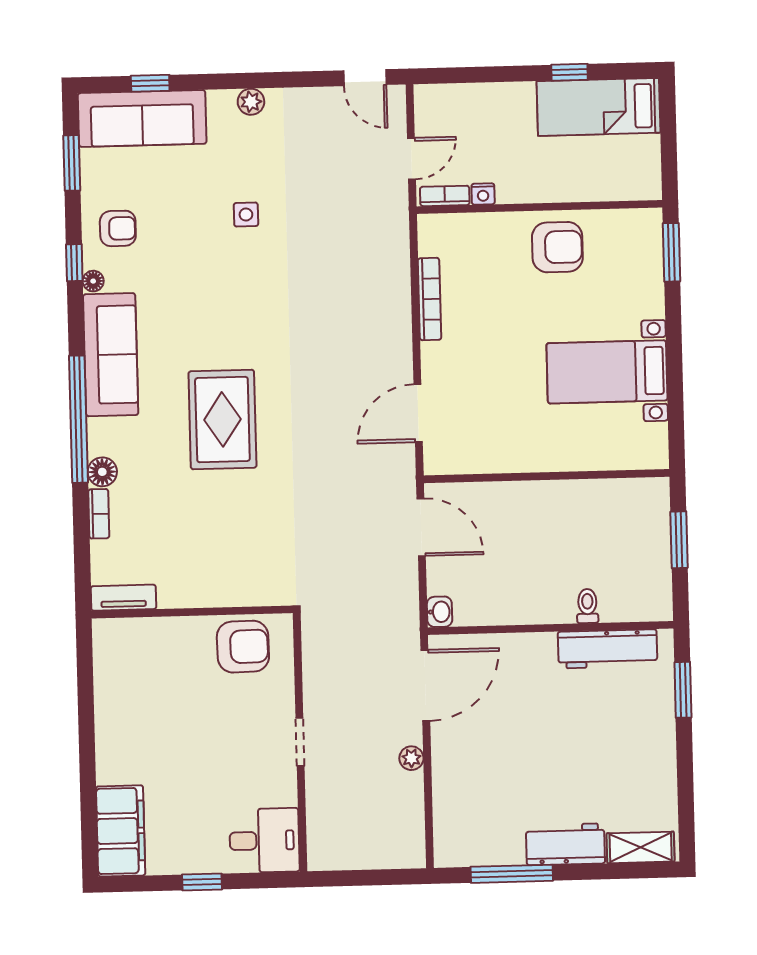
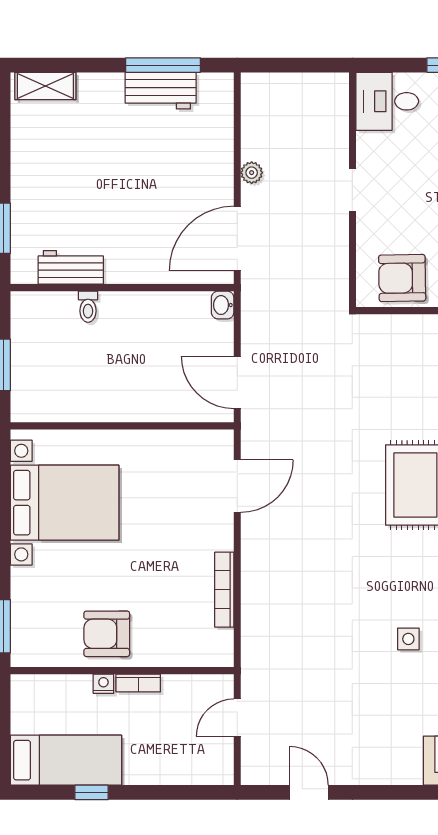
door: (365, 78) -> (309, 792), moved
plant: (251, 102) -> (382, 773), removed
nightstand: (483, 194) -> (103, 684), moved
bookcase: (445, 196) -> (138, 683), moved
side table: (246, 215) -> (408, 639), moved
bed with nightstands: (607, 372) -> (65, 503), width x1.36
workbench: (608, 649) -> (71, 267), width x0.73
workbench: (565, 844) -> (161, 91), moved

